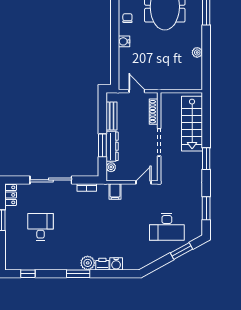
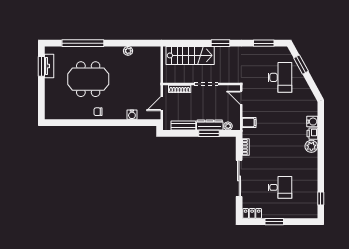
water cooler: (124, 41) -> (132, 115), moved
desk: (41, 227) -> (280, 187), turned 180
window: (78, 274) -> (321, 155), removed

